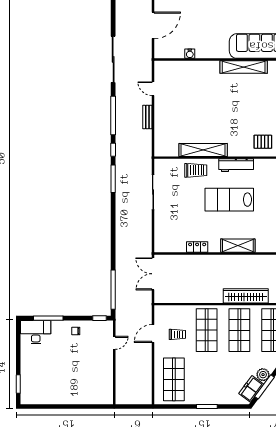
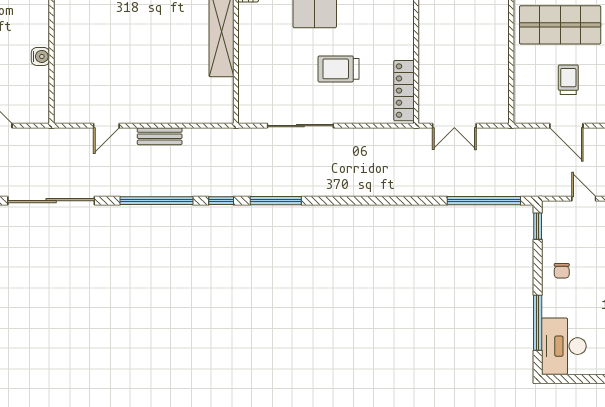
trolley: (196, 170) -> (339, 69), moved, turned -90
locker: (197, 247) -> (404, 91), moved, width x1.53
double door: (153, 274) -> (454, 126), width x0.73

